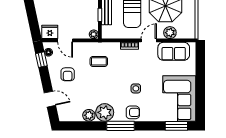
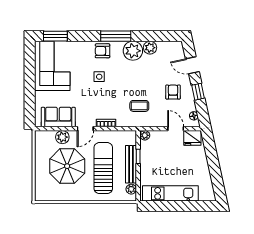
window: (41, 60) -> (198, 92), moved

